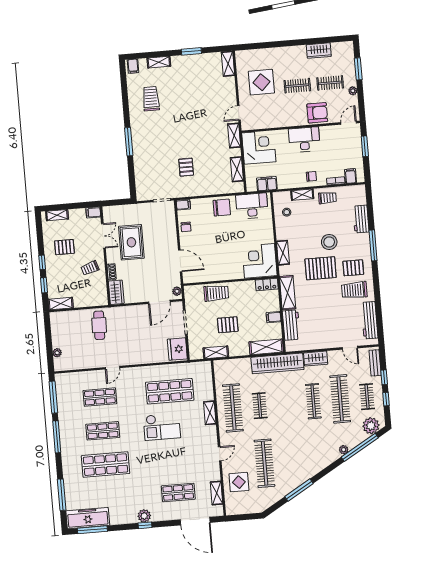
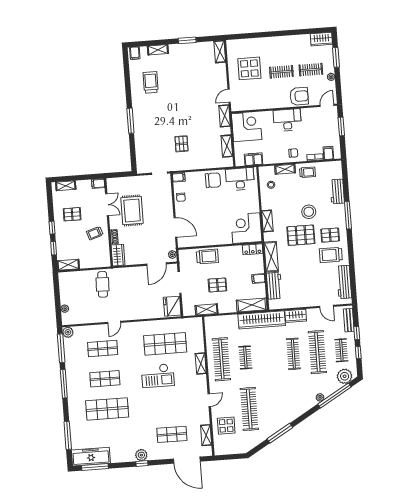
wardrobe: (319, 51) -> (321, 39), moved
plant: (61, 379) -> (68, 332), added

